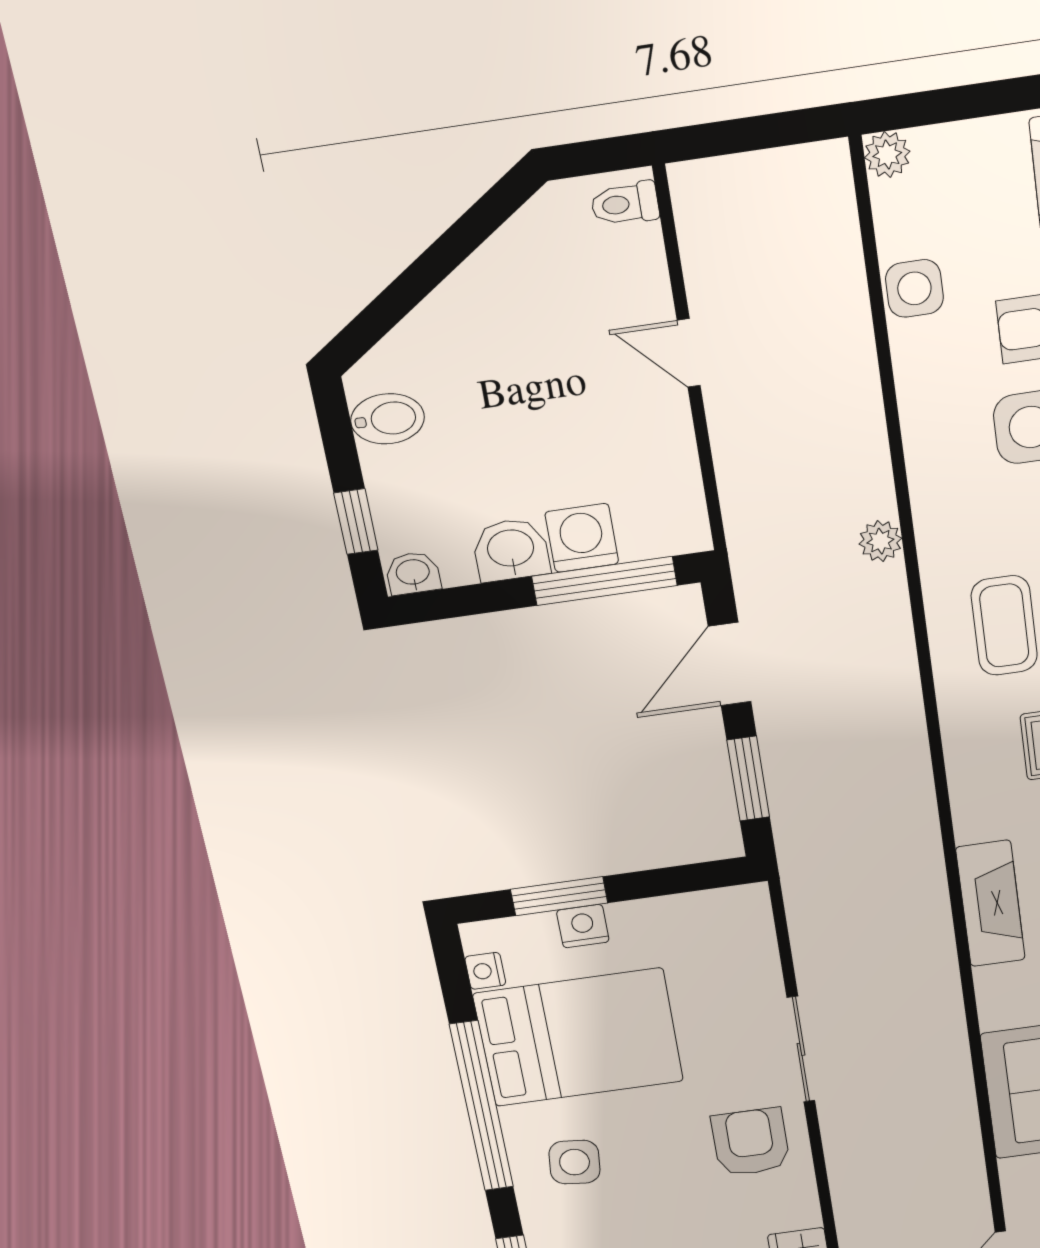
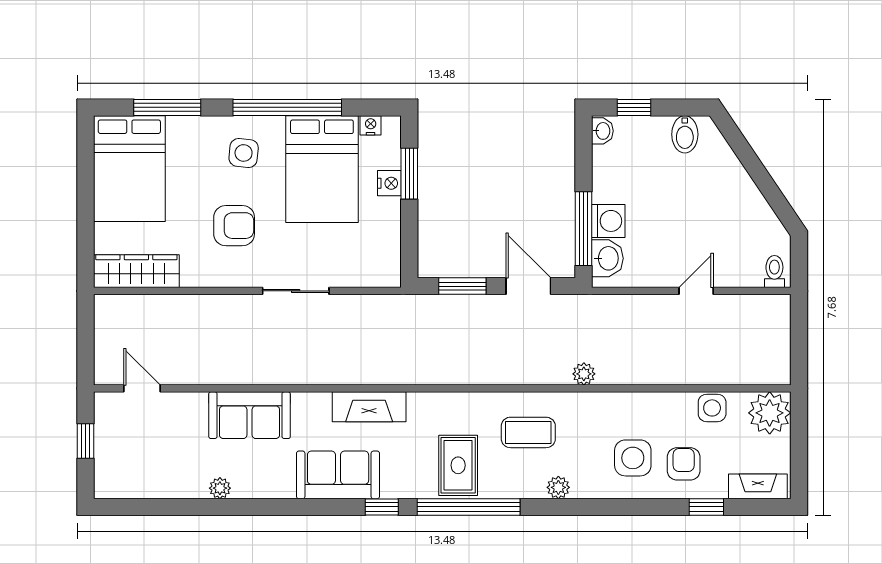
plant: (887, 155) -> (770, 413), width x1.88, depth x1.88
washbasin: (511, 550) -> (607, 258), moved
armchair: (751, 1142) -> (234, 226), moved

